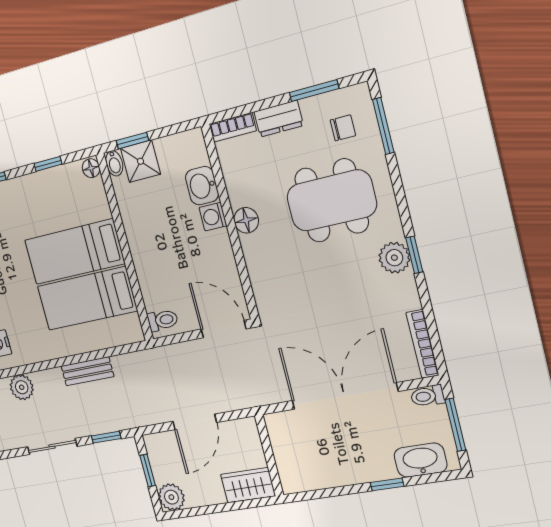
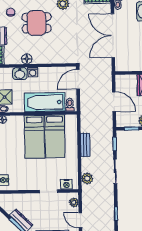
dining table: (331, 201) -> (37, 23), width x0.73
floor lamp: (246, 220) -> (27, 59), moved
bathtub: (153, 260) -> (45, 102), added

